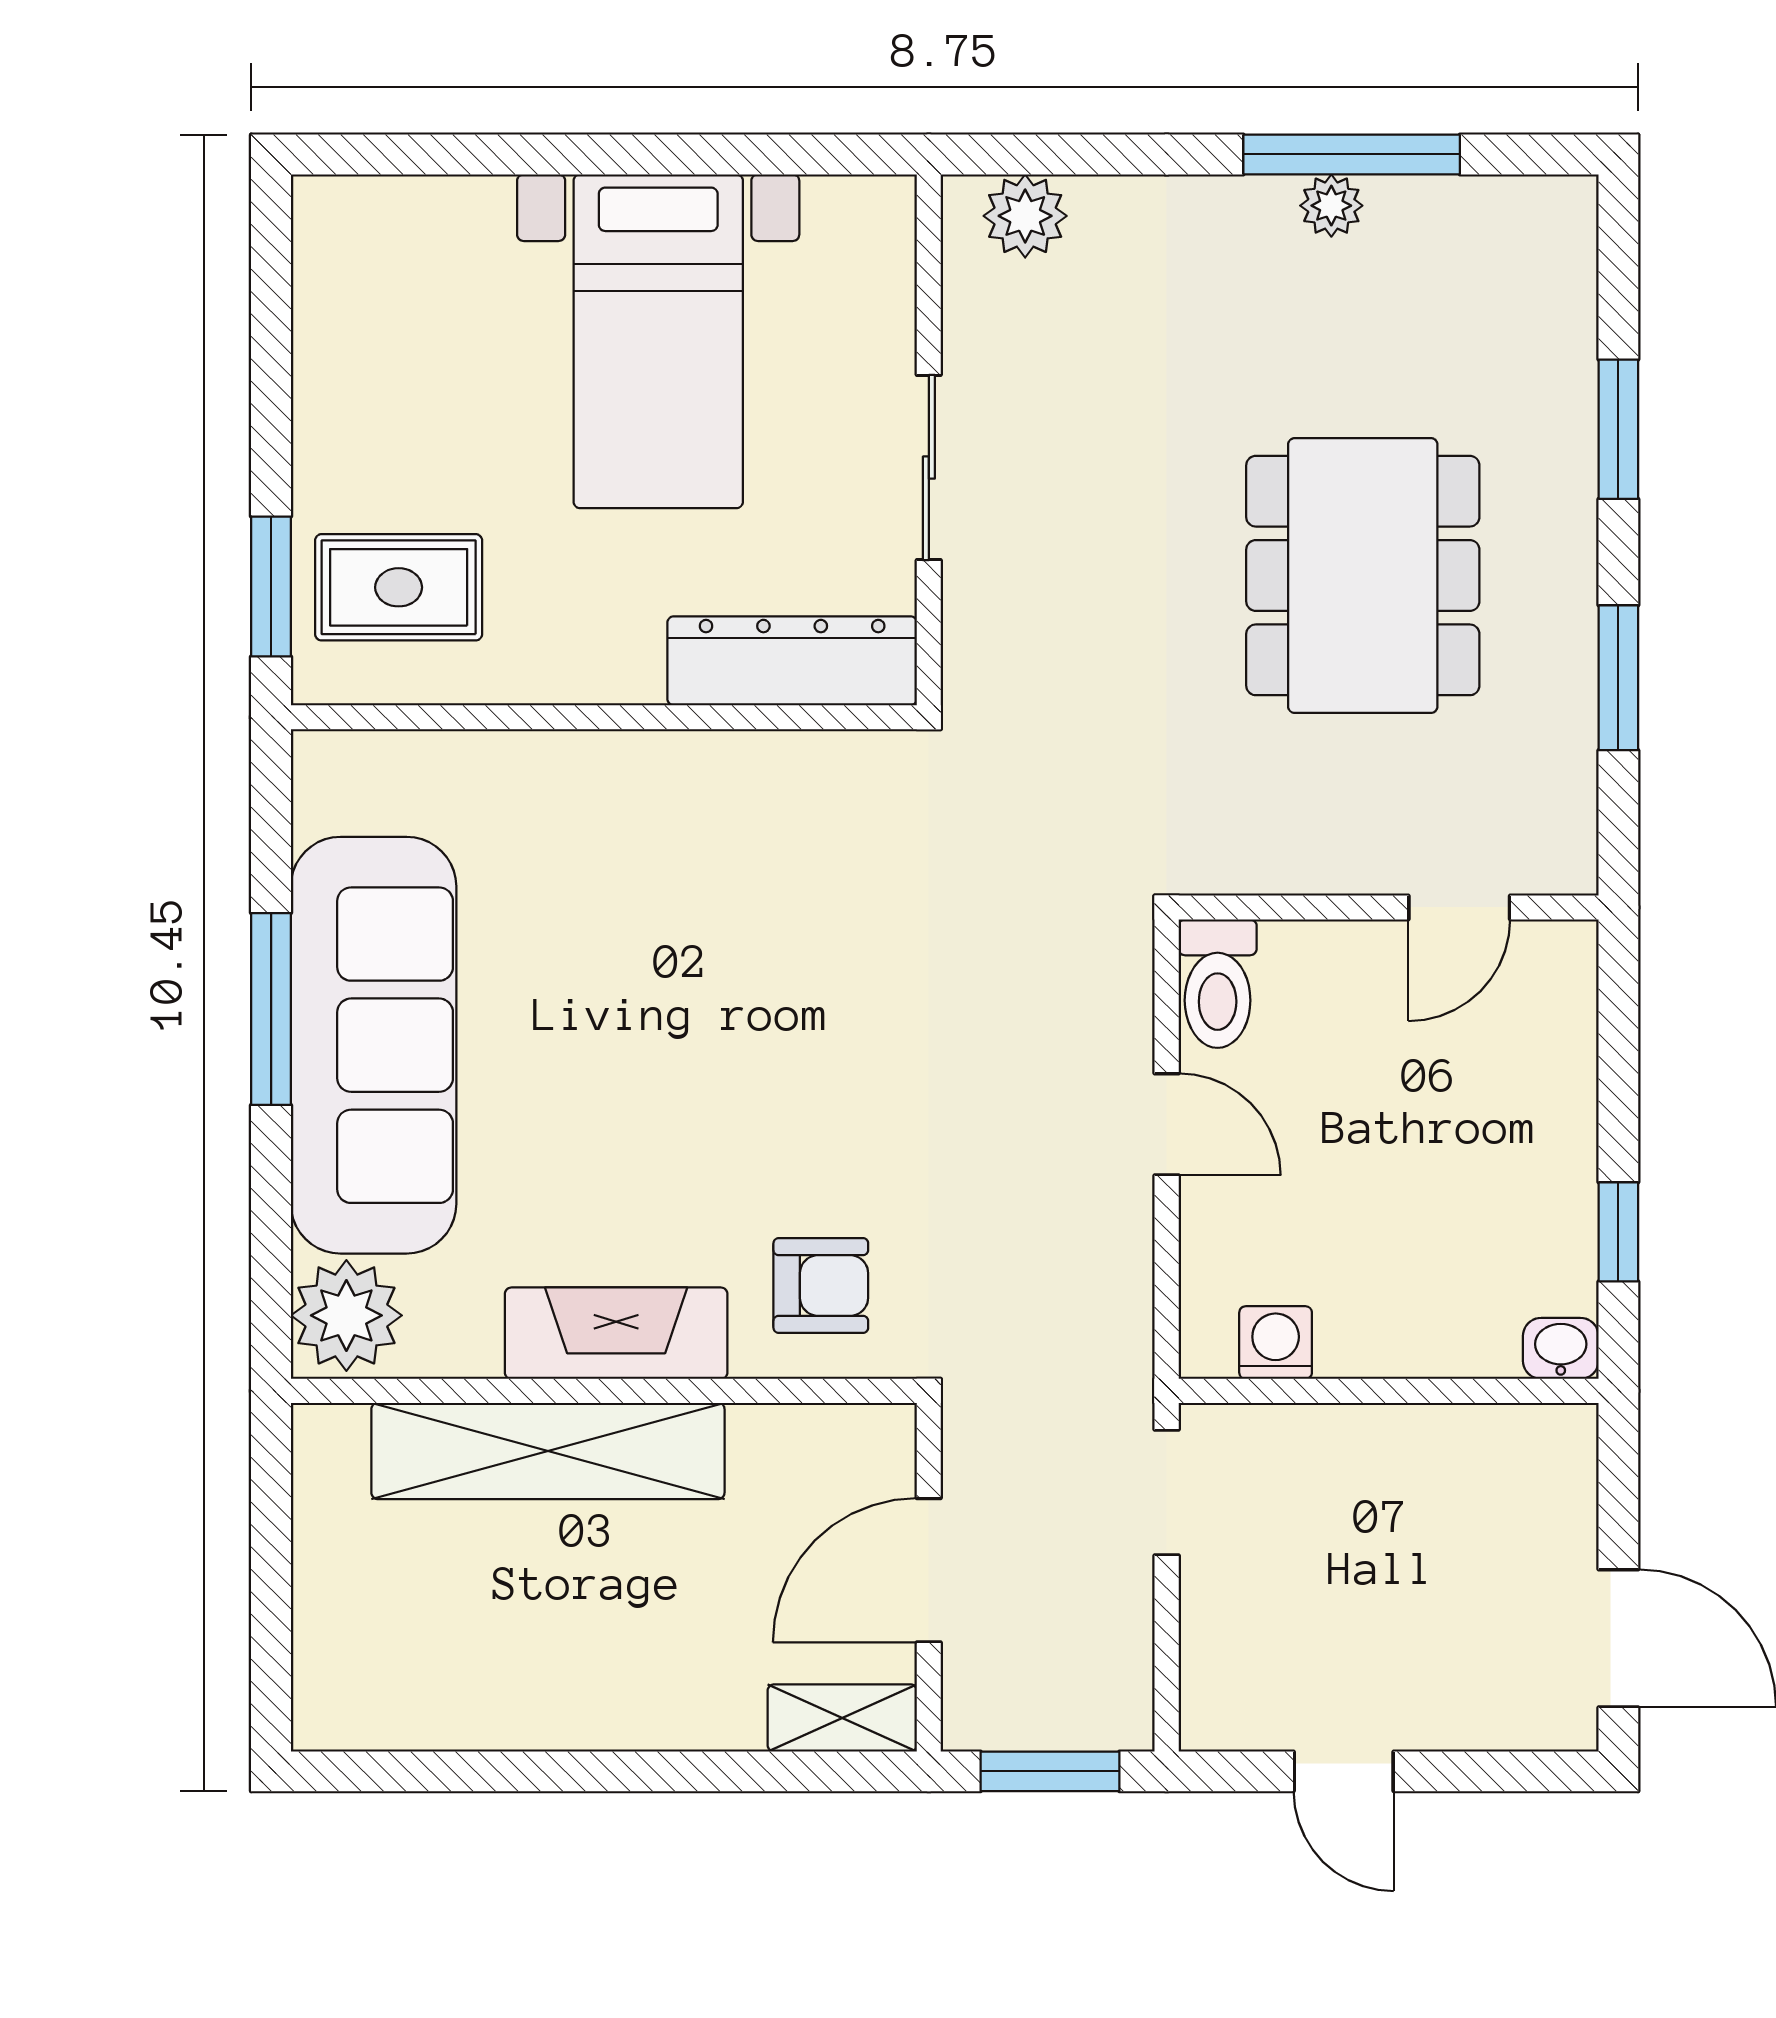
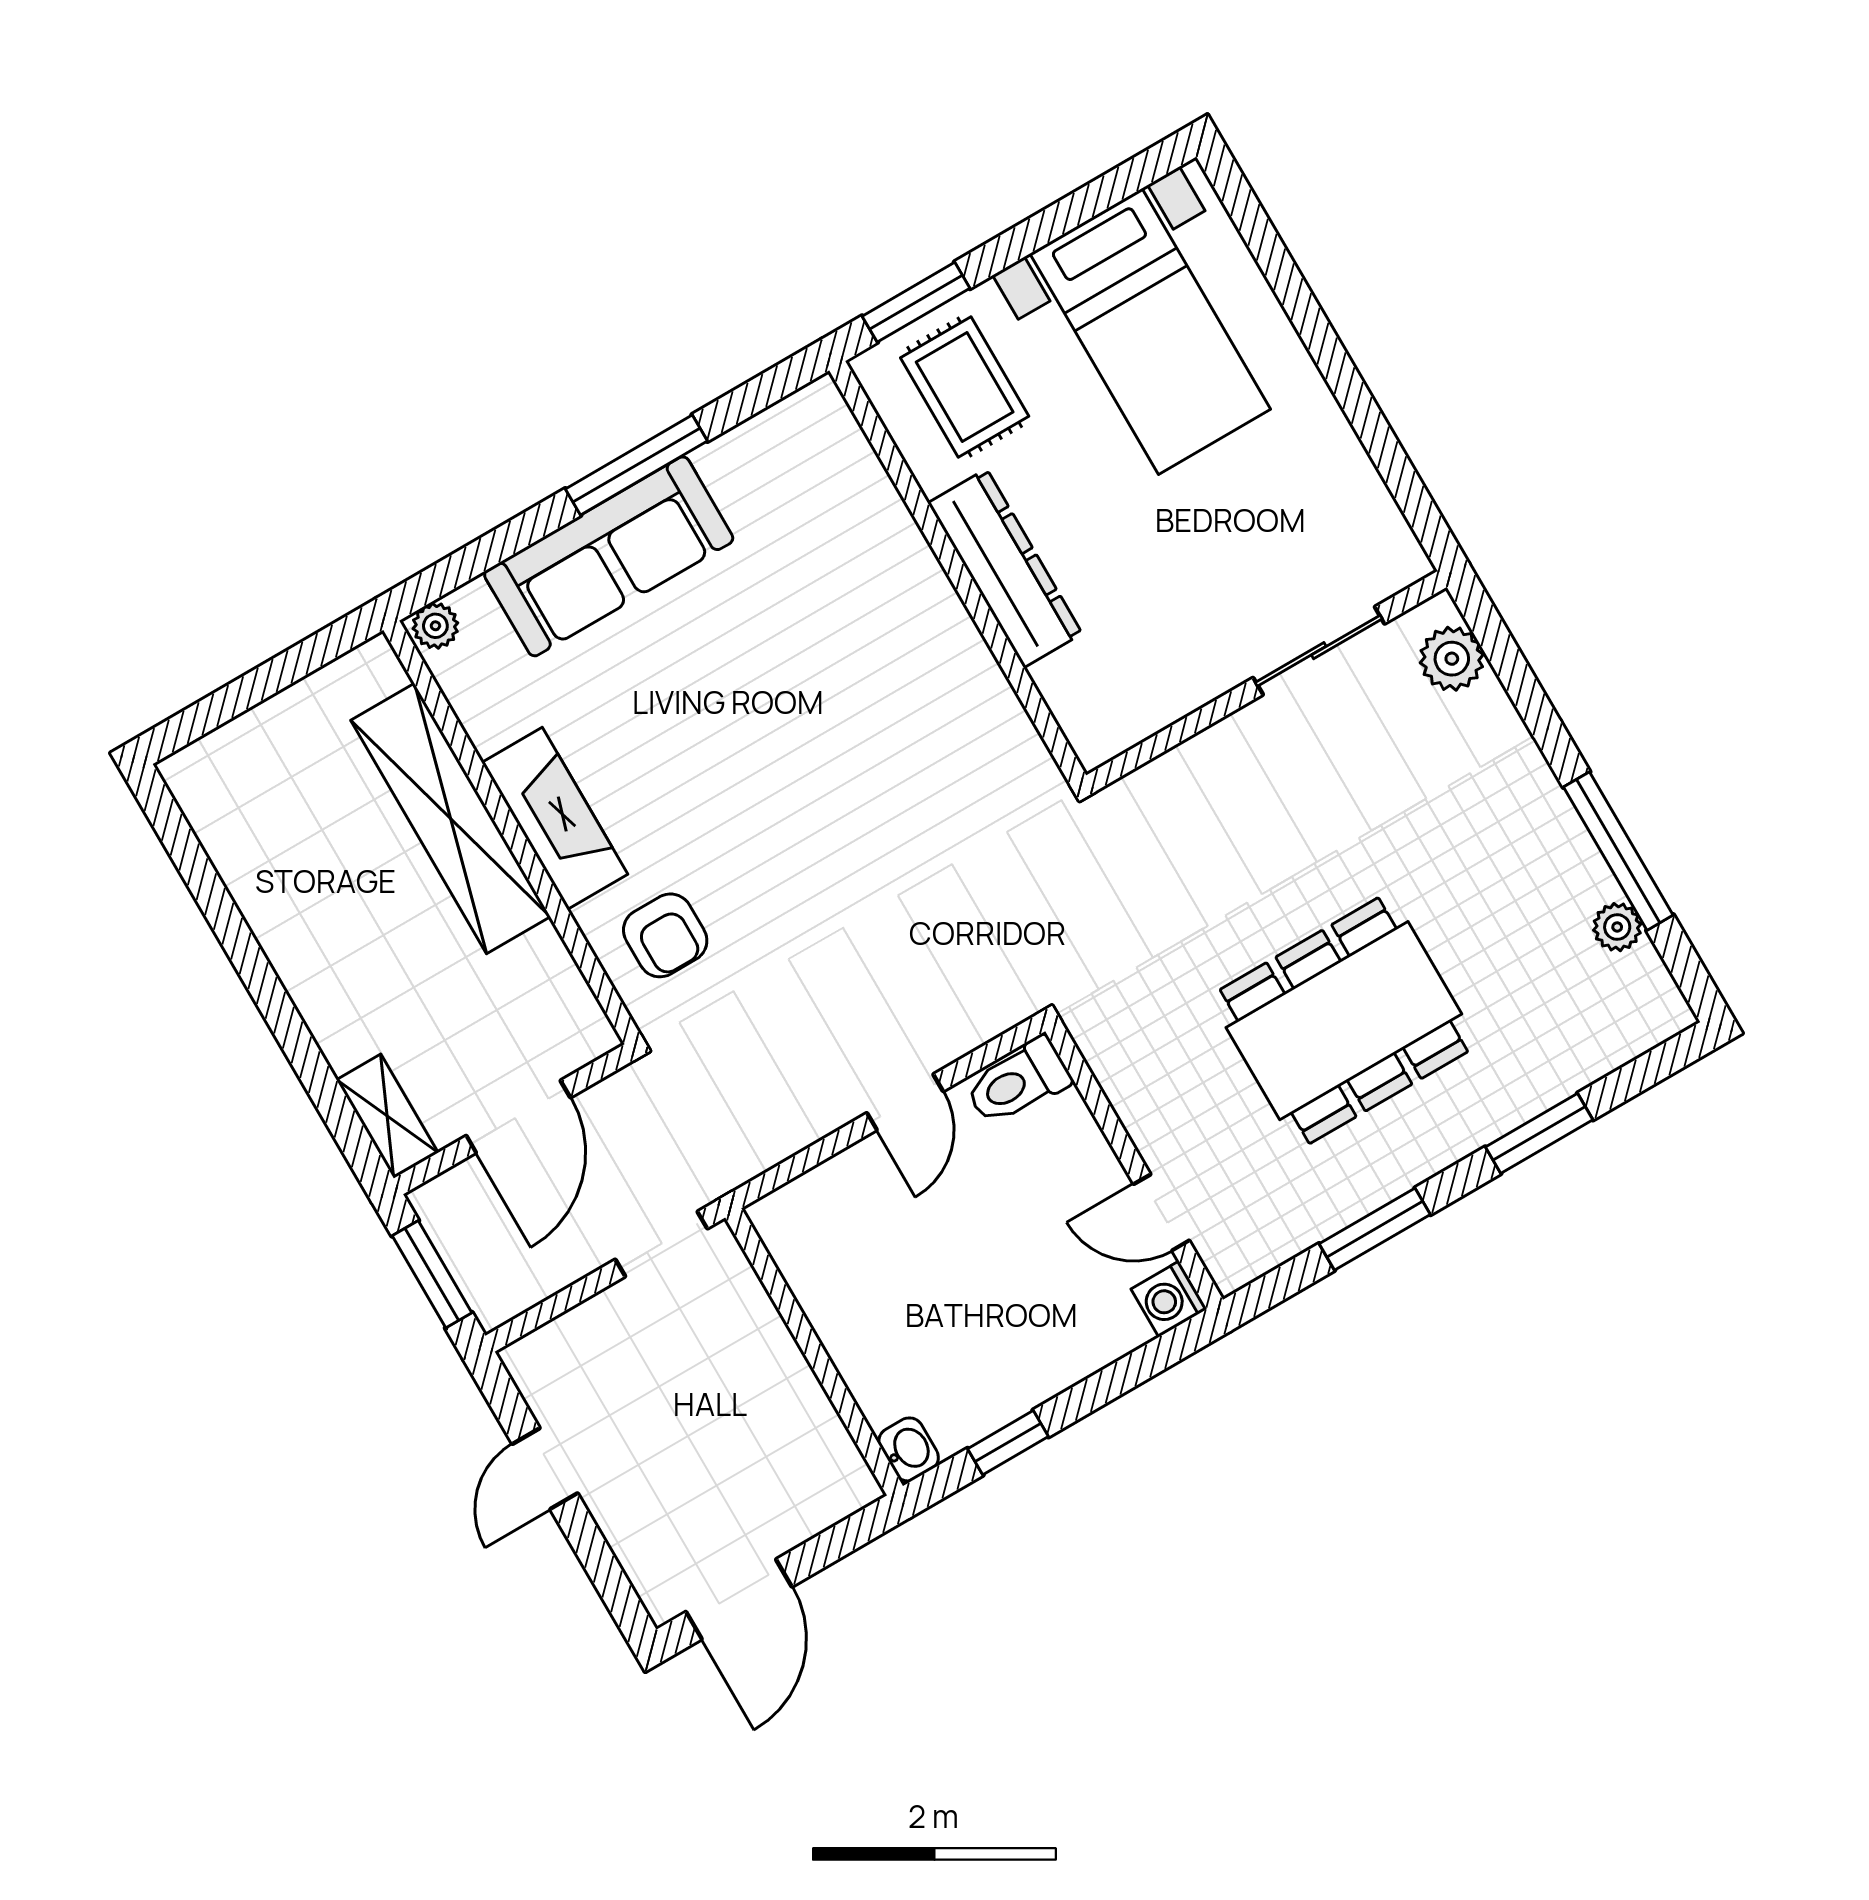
plant: (1331, 206) -> (1617, 927), moved
bed with nightstands: (658, 341) -> (1150, 331), moved, turned -90
sliding door: (929, 468) -> (1319, 651), moved
dresser: (792, 661) -> (1005, 568), moved
sofa: (374, 1045) -> (609, 556), width x0.74, depth x0.79
plant: (346, 1315) -> (435, 626), width x0.53, depth x0.53
washing machine: (1276, 1343) -> (1169, 1299), moved, turned 180
door: (929, 1570) -> (518, 1117), swing flipped

